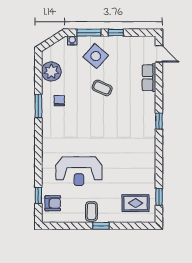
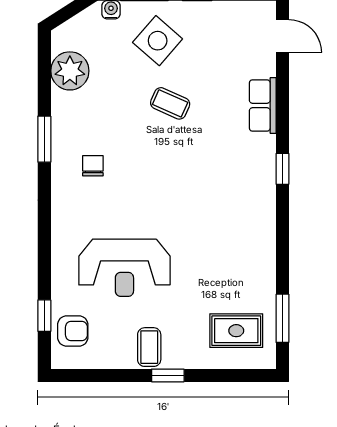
row of seats: (149, 78) -> (263, 106), moved
chair: (59, 101) -> (93, 166), moved
window: (159, 197) -> (282, 318), width x1.50

